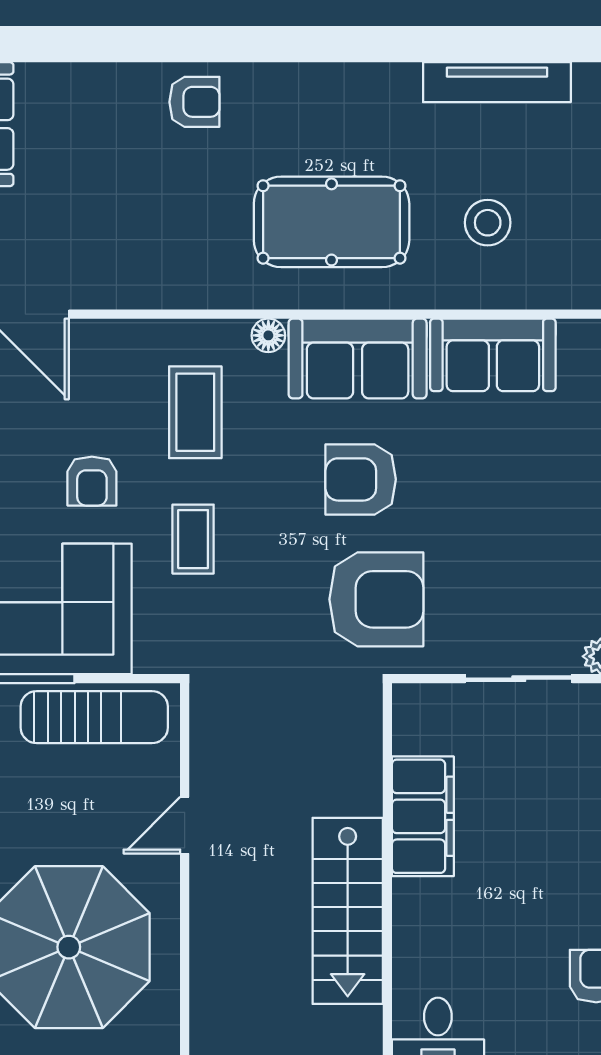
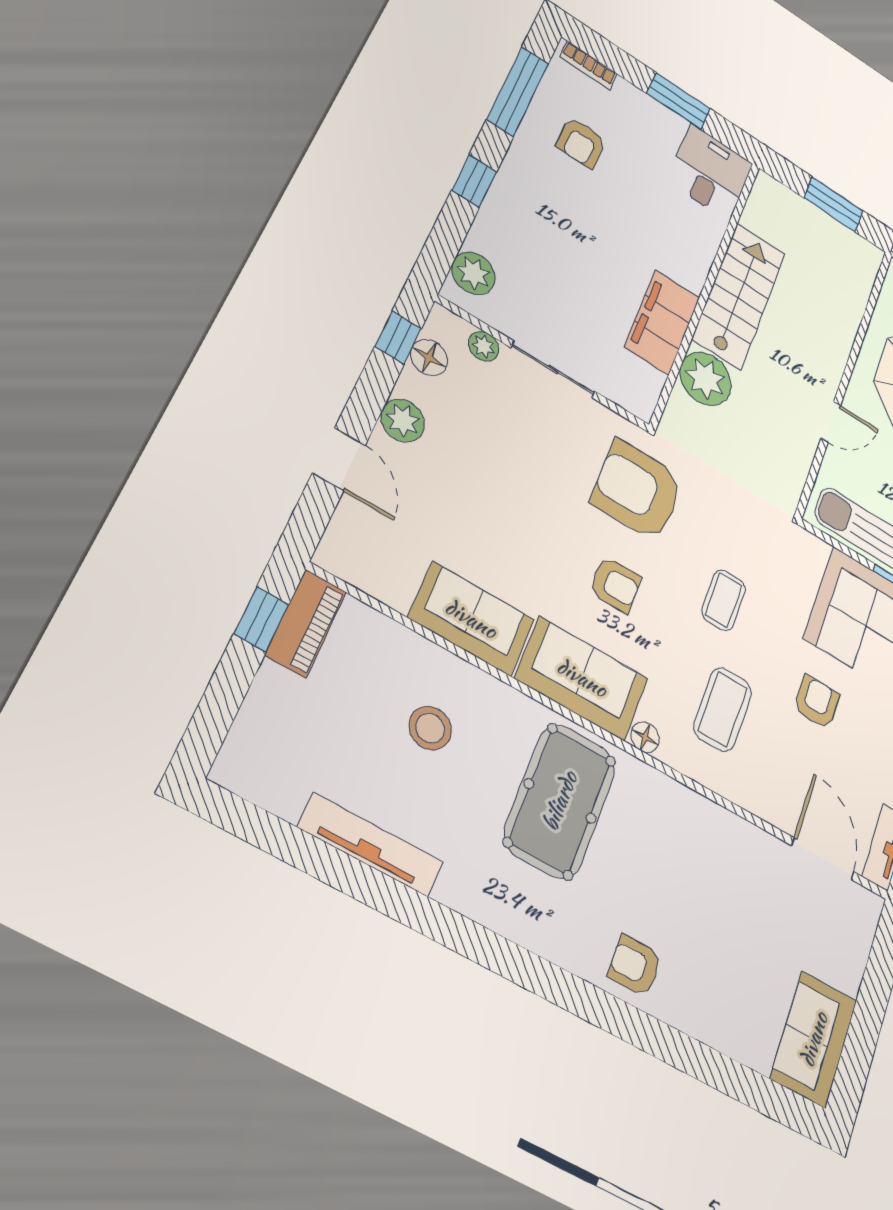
pool table: (332, 222) -> (560, 801), turned 90
armchair: (361, 479) -> (615, 585), width x0.72, depth x0.72
coffee table: (193, 539) -> (724, 600), moved
plant: (349, 781) -> (706, 379), added

